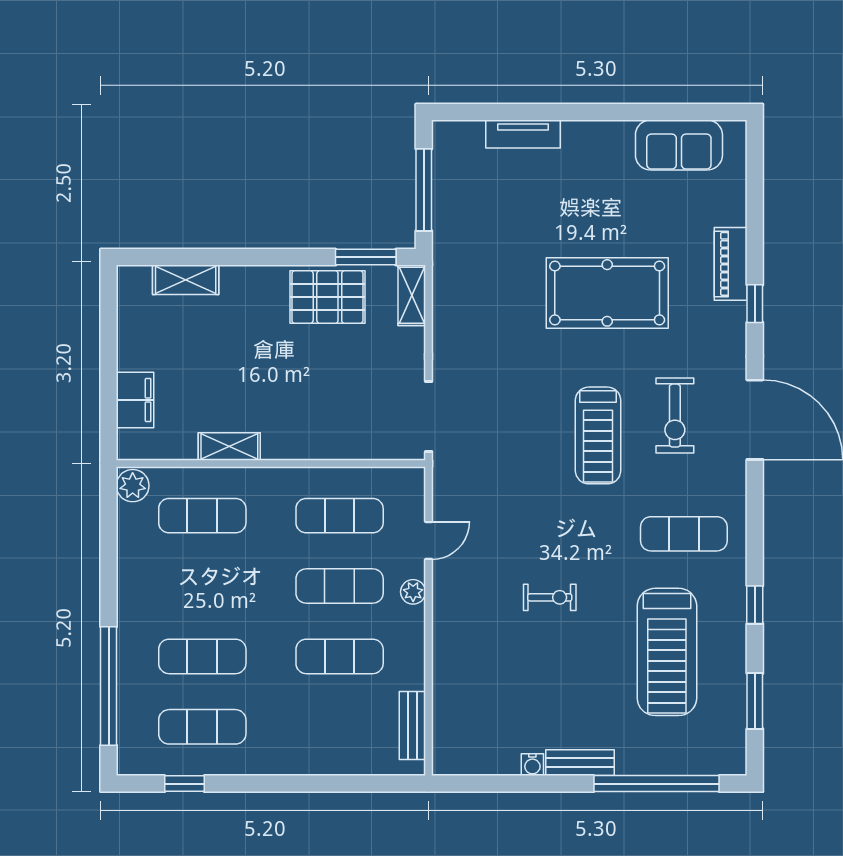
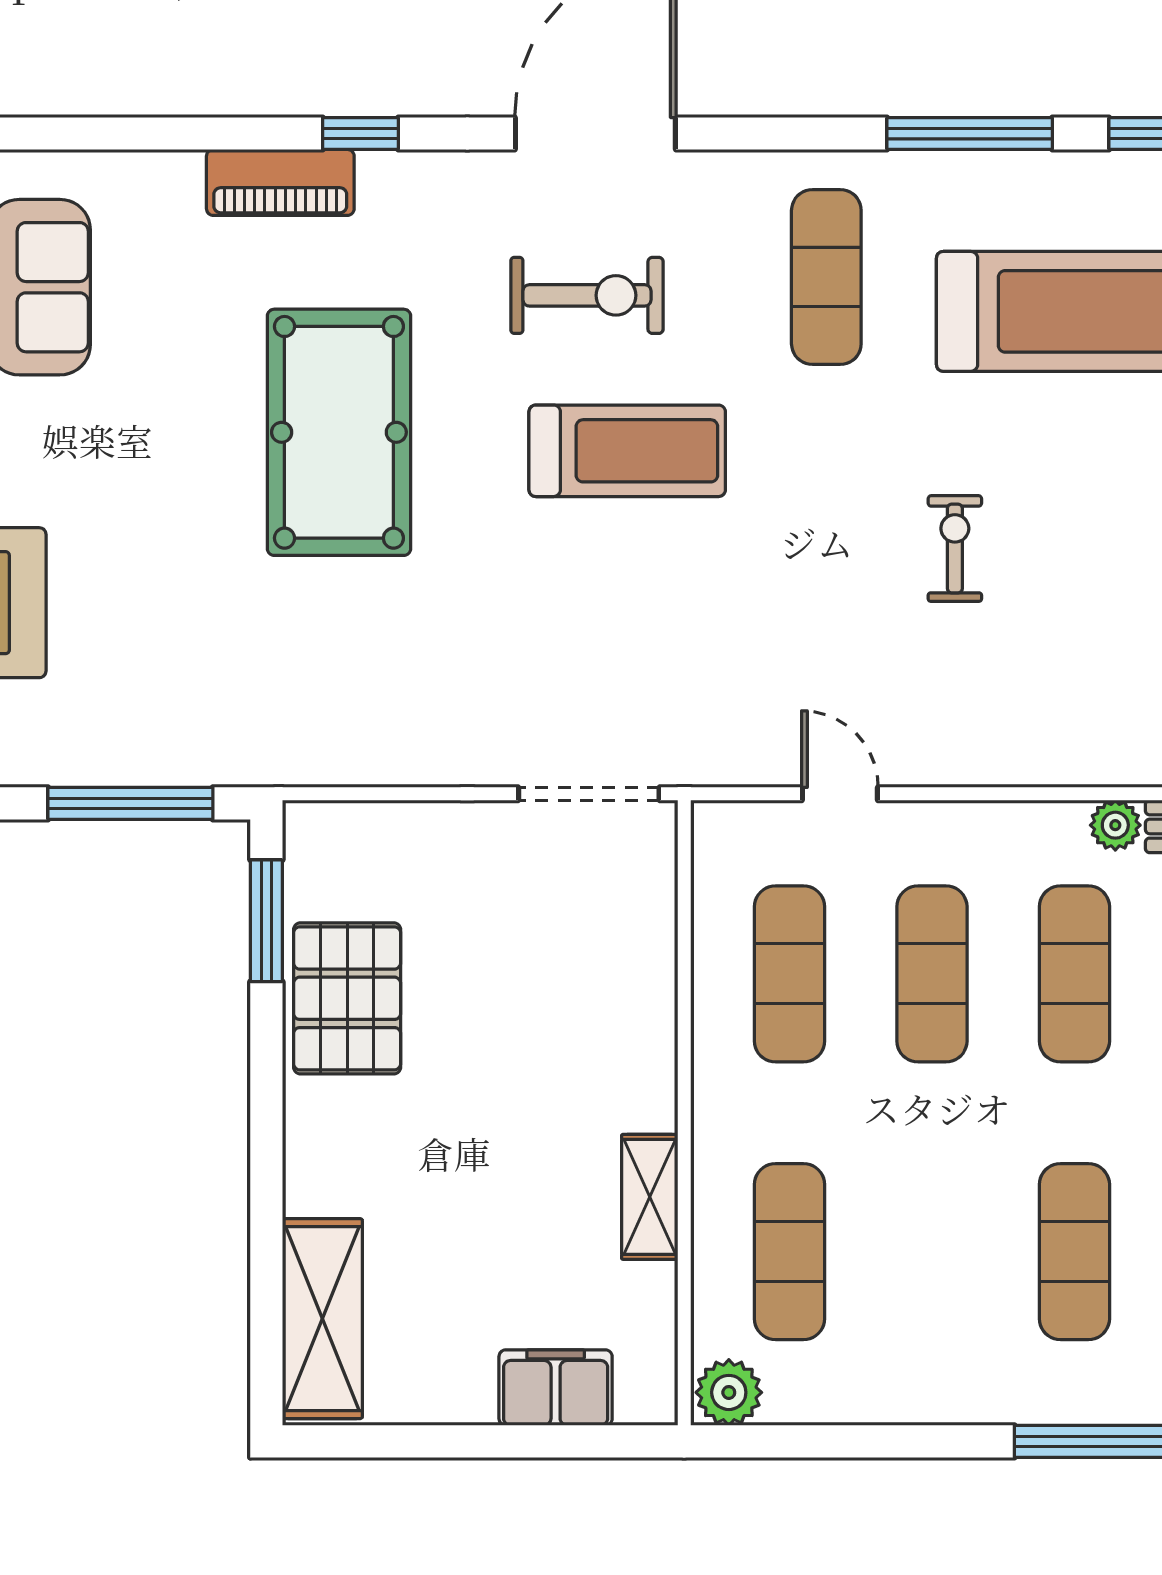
shelving: (186, 280) -> (322, 1319), width x1.50, depth x1.33
shelving: (412, 295) -> (344, 828), removed
plant: (413, 592) -> (1115, 825), moved
window: (755, 605) -> (970, 133), width x2.17

